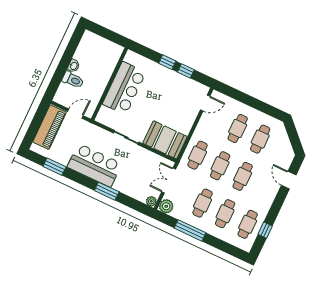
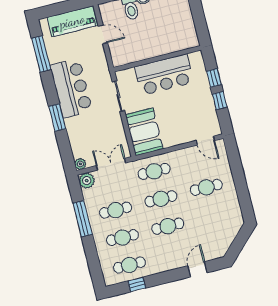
wall: (109, 84) -> (157, 59), moved
bar counter: (124, 88) -> (164, 75), moved
cafe table: (260, 139) -> (213, 215), removed
window: (54, 167) -> (41, 54), width x1.44

